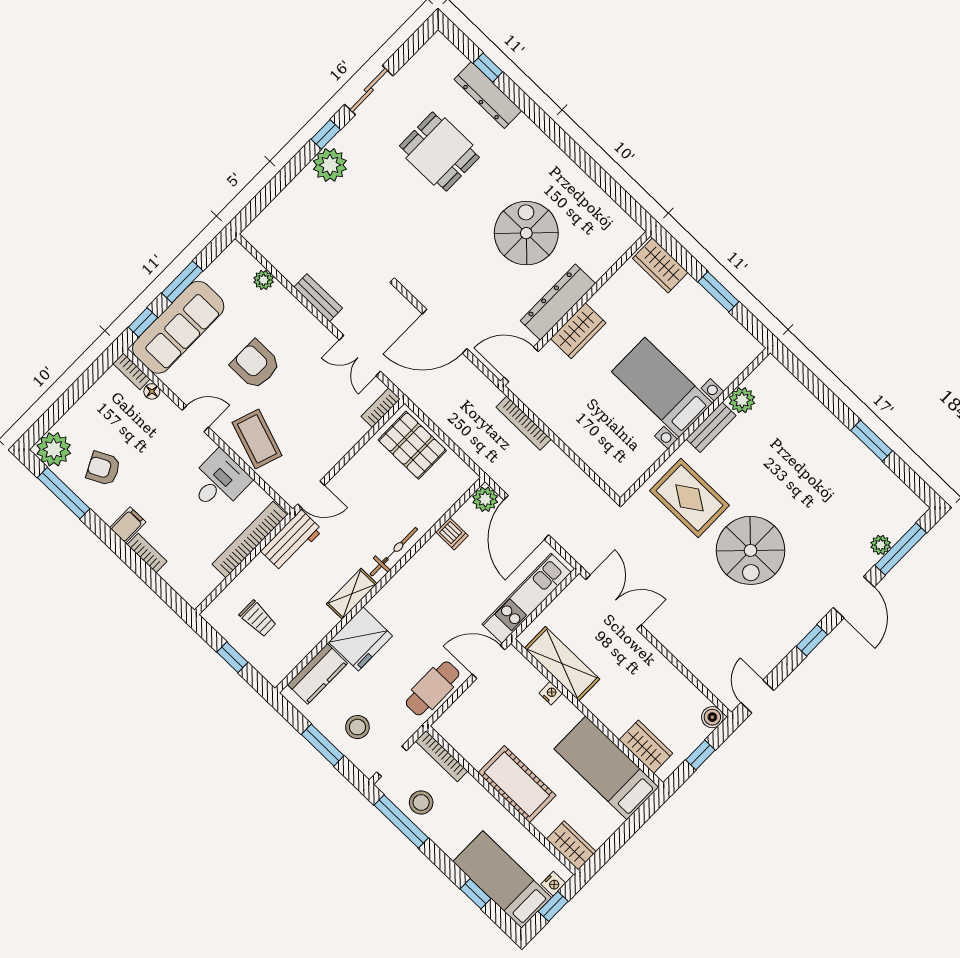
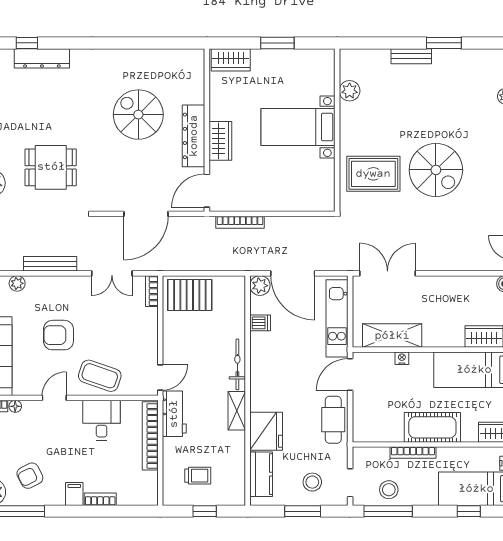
dining table: (439, 152) -> (51, 167), moved
bench: (318, 298) -> (50, 264), width x1.36
bench: (711, 427) -> (411, 56), moved, turned 90
bookcase: (442, 756) -> (413, 453), moved

